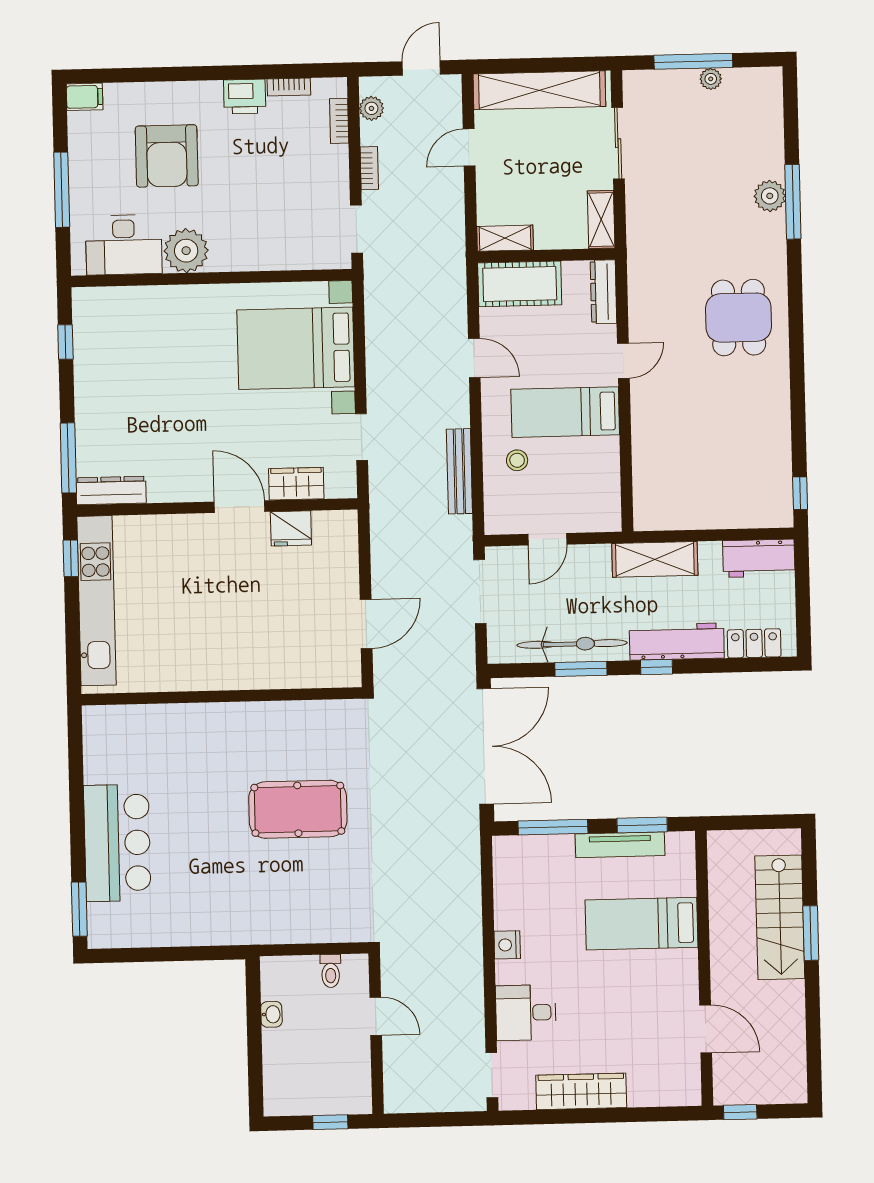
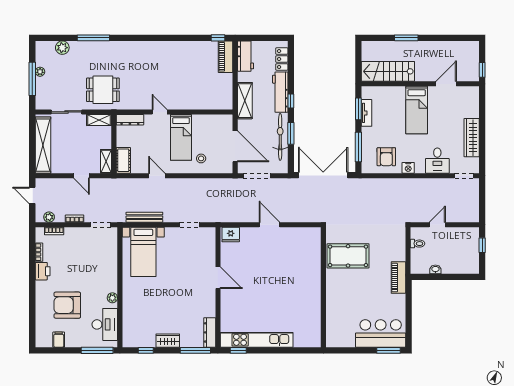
filing cabinet: (85, 97) -> (59, 340), moved
door: (469, 147) -> (82, 176), moved
armchair: (167, 156) -> (67, 305), turned 180
window: (62, 190) -> (97, 350), moved
plant: (770, 196) -> (62, 48), moved
plant: (186, 251) -> (112, 298), width x0.53, depth x0.53
cot: (520, 284) -> (123, 160), width x0.73, depth x0.75
dining table: (739, 318) -> (103, 90), moved
bed with nightstands: (296, 348) -> (143, 252), width x0.73
door: (474, 358) -> (157, 176), hinge flipped
bench: (459, 471) -> (144, 217), moved
wardrobe: (296, 484) -> (168, 341), moved, turned 90
door: (239, 507) -> (218, 278), swing flipped
piano: (756, 512) -> (226, 57), added
fridge: (291, 528) -> (231, 235), moved, turned 90
door: (547, 539) -> (235, 146), width x1.88
wall: (222, 696) -> (323, 287), moved
pool table: (298, 809) -> (348, 256), turned 90
bar counter: (117, 843) -> (381, 333), moved
tv unit: (620, 845) -> (367, 113), width x0.71
armchair: (532, 893) -> (386, 157), added
stairs: (780, 917) -> (388, 71), moved, turned 180
bed: (642, 924) -> (417, 110), moved
piano: (250, 928) -> (398, 278), added

